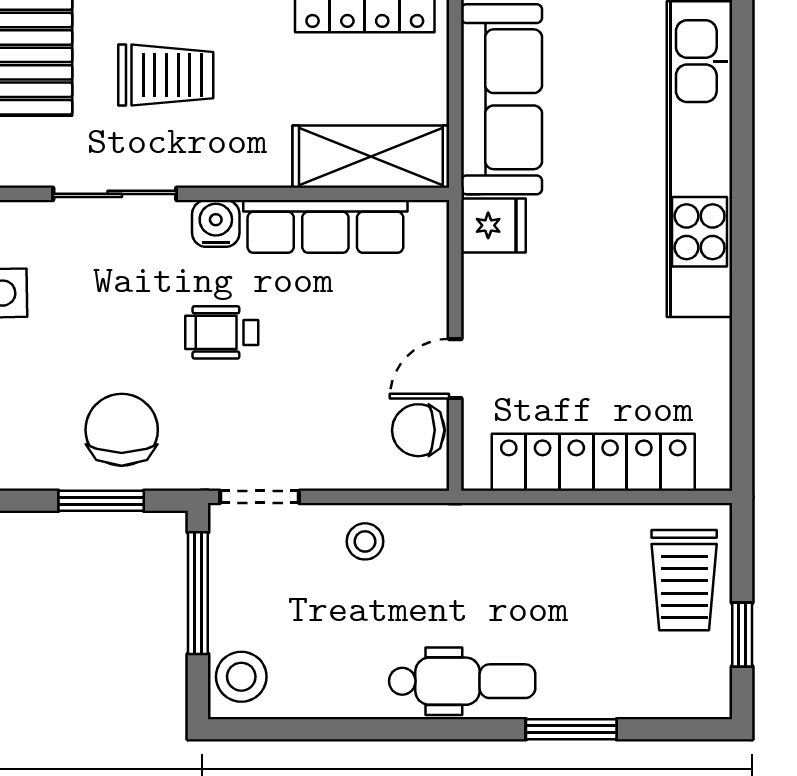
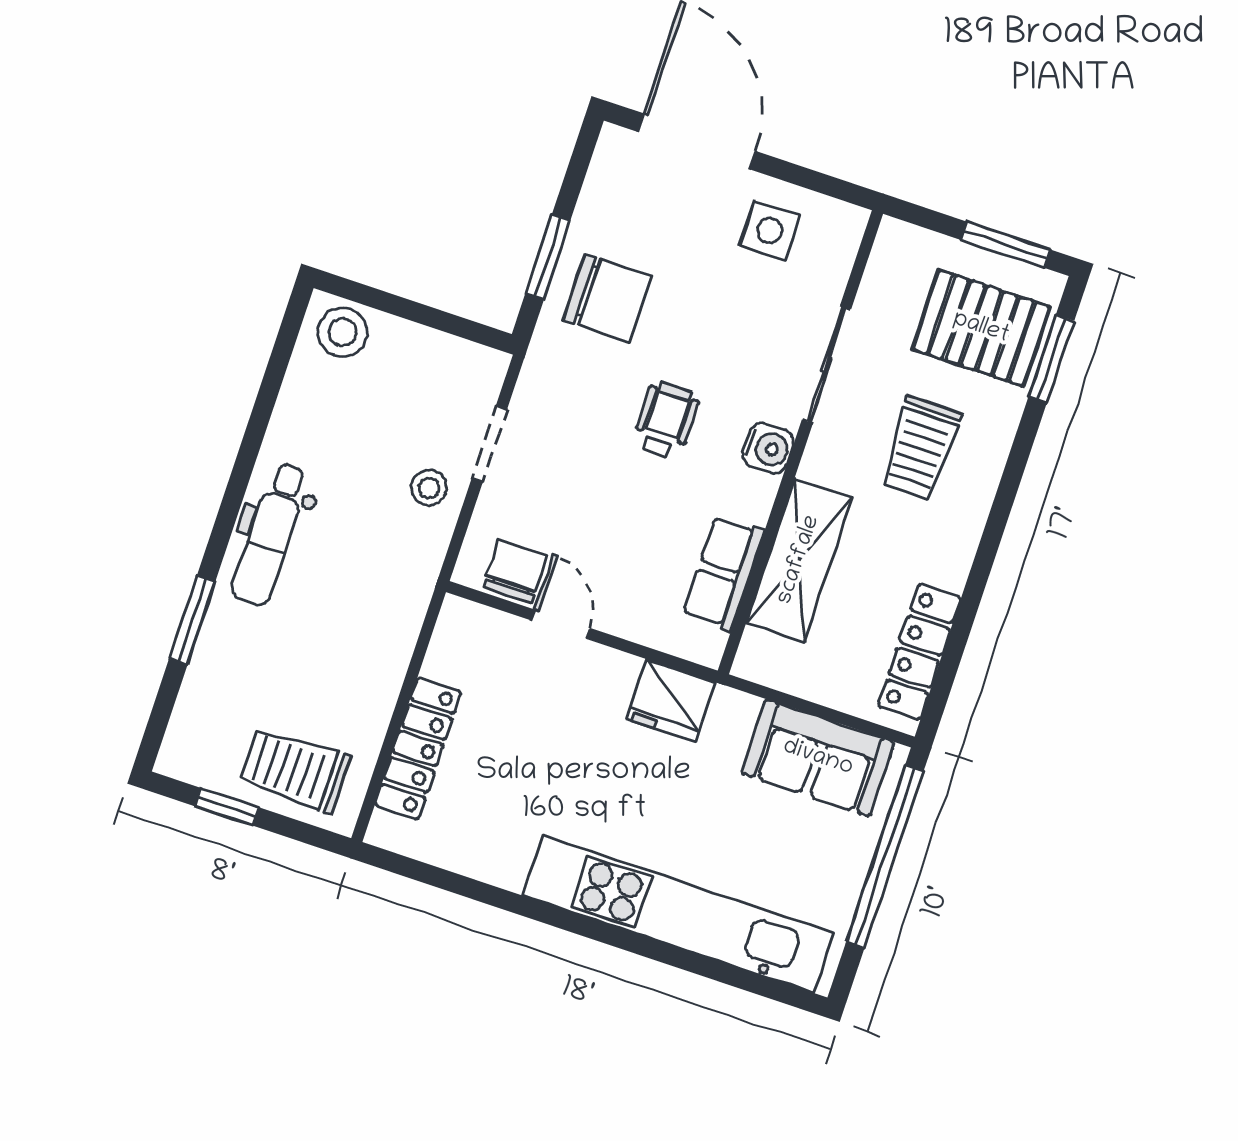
sofa: (502, 99) -> (818, 758), width x0.73
shelving: (371, 157) -> (799, 560), moved
fridge: (493, 225) -> (671, 700), width x1.38
row of seats: (325, 226) -> (723, 573), width x0.68
locker: (593, 462) -> (418, 748), width x0.71, depth x0.83
doorway: (260, 497) -> (489, 444), moved
window: (198, 593) -> (433, 318), removed

